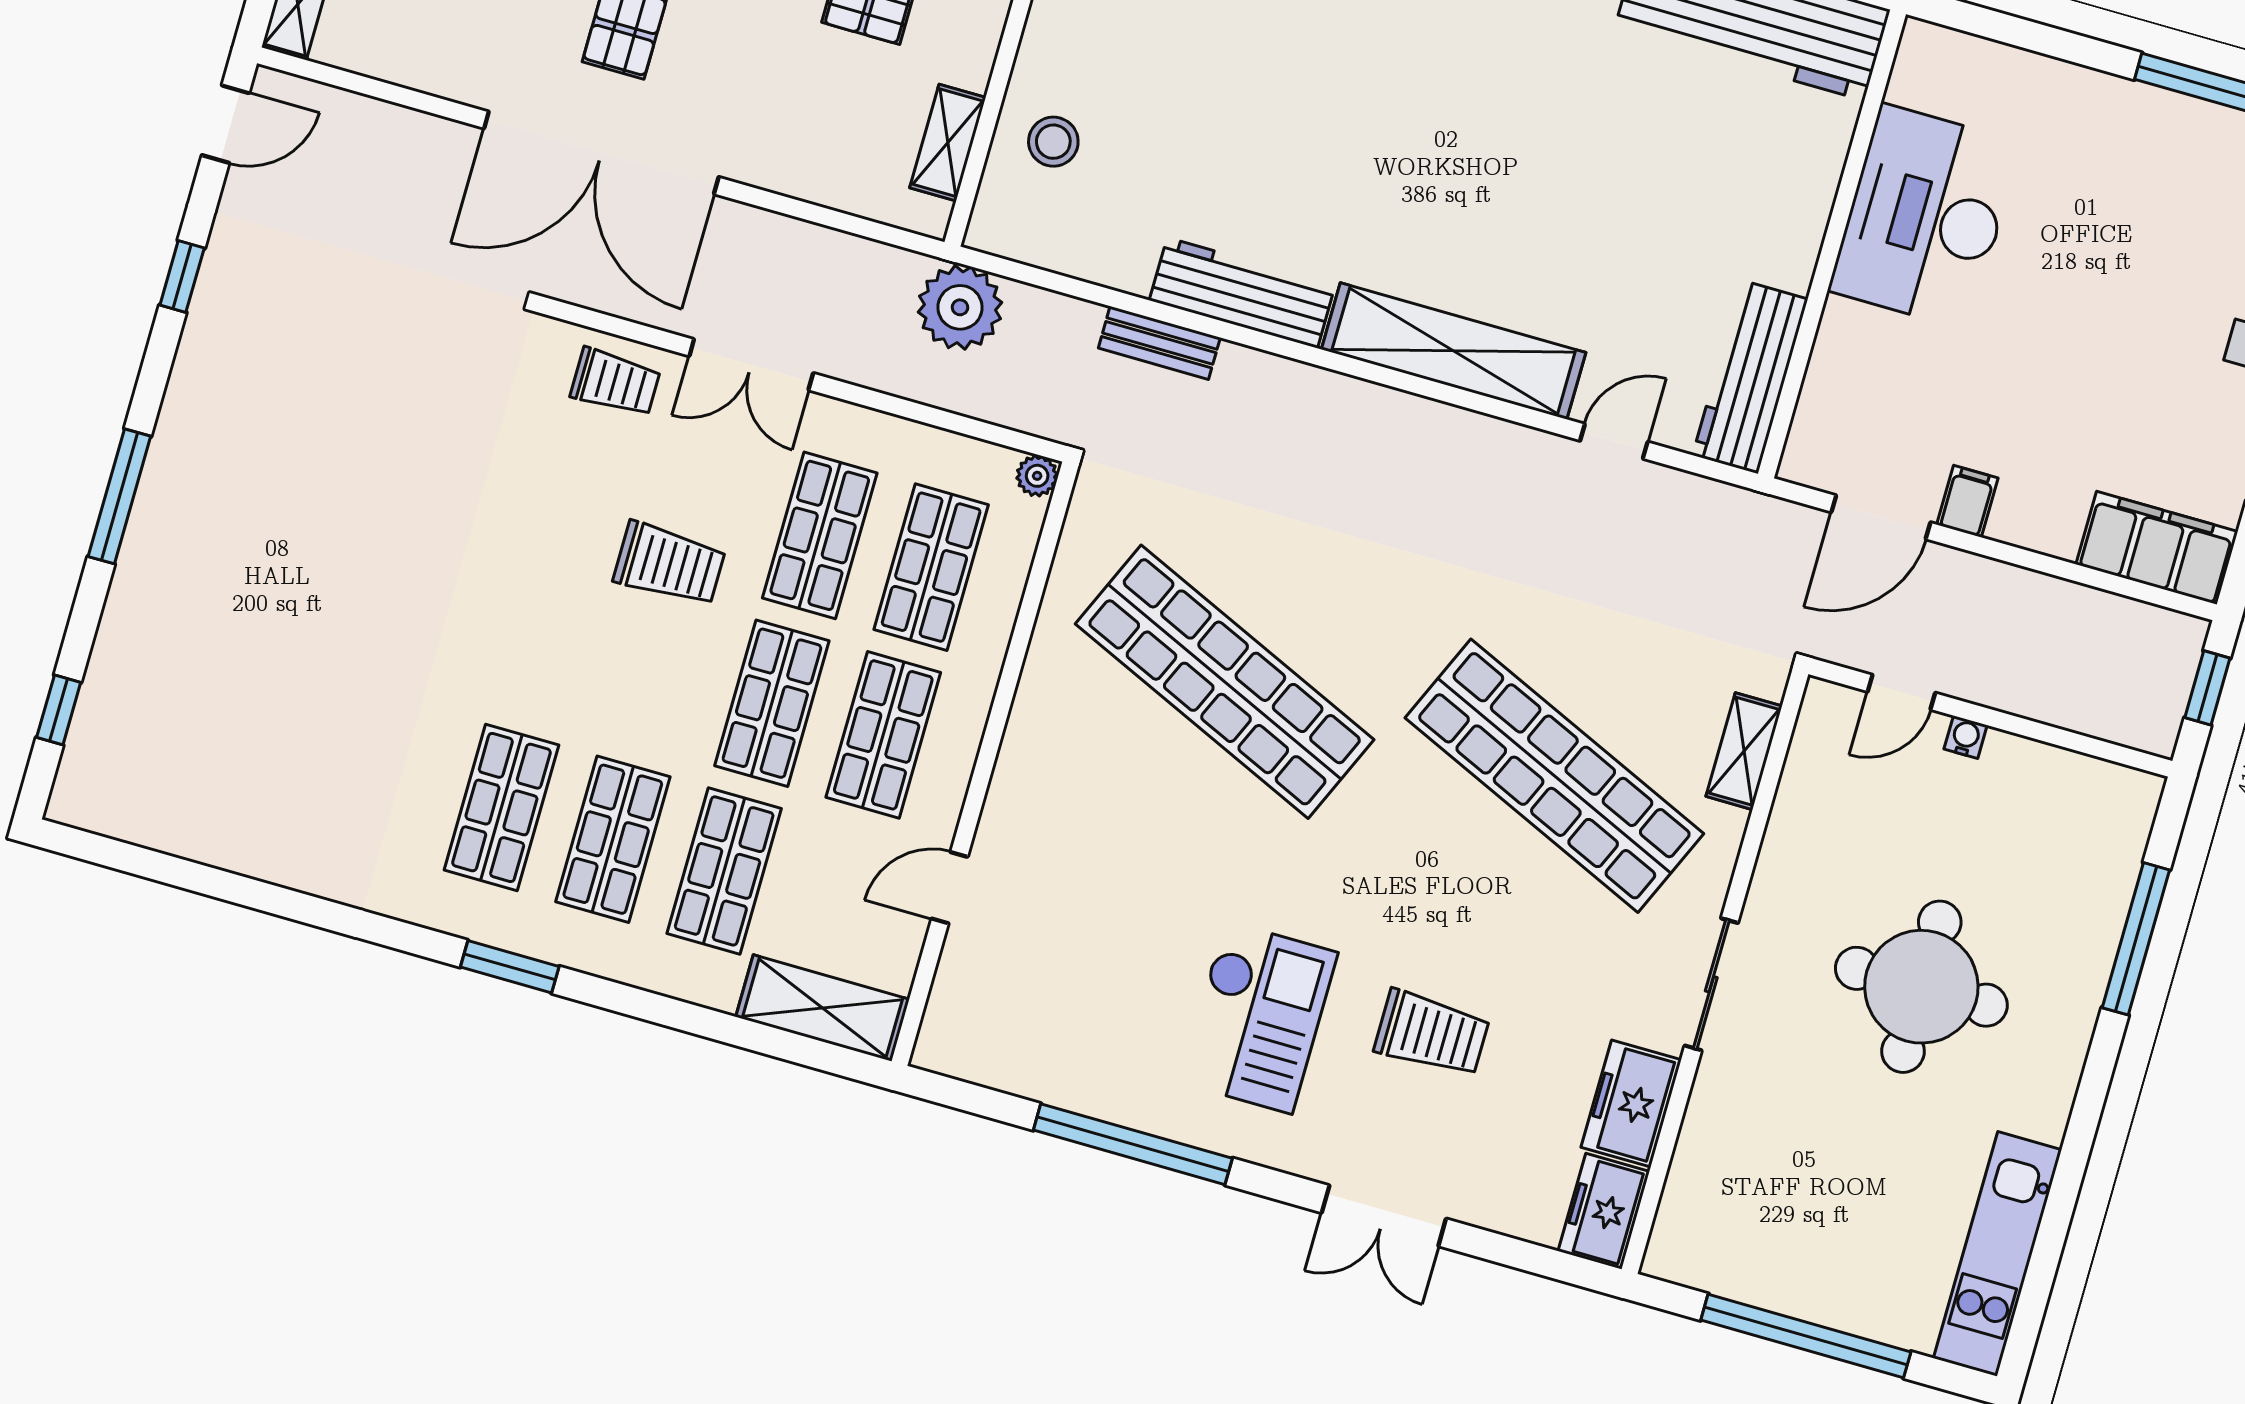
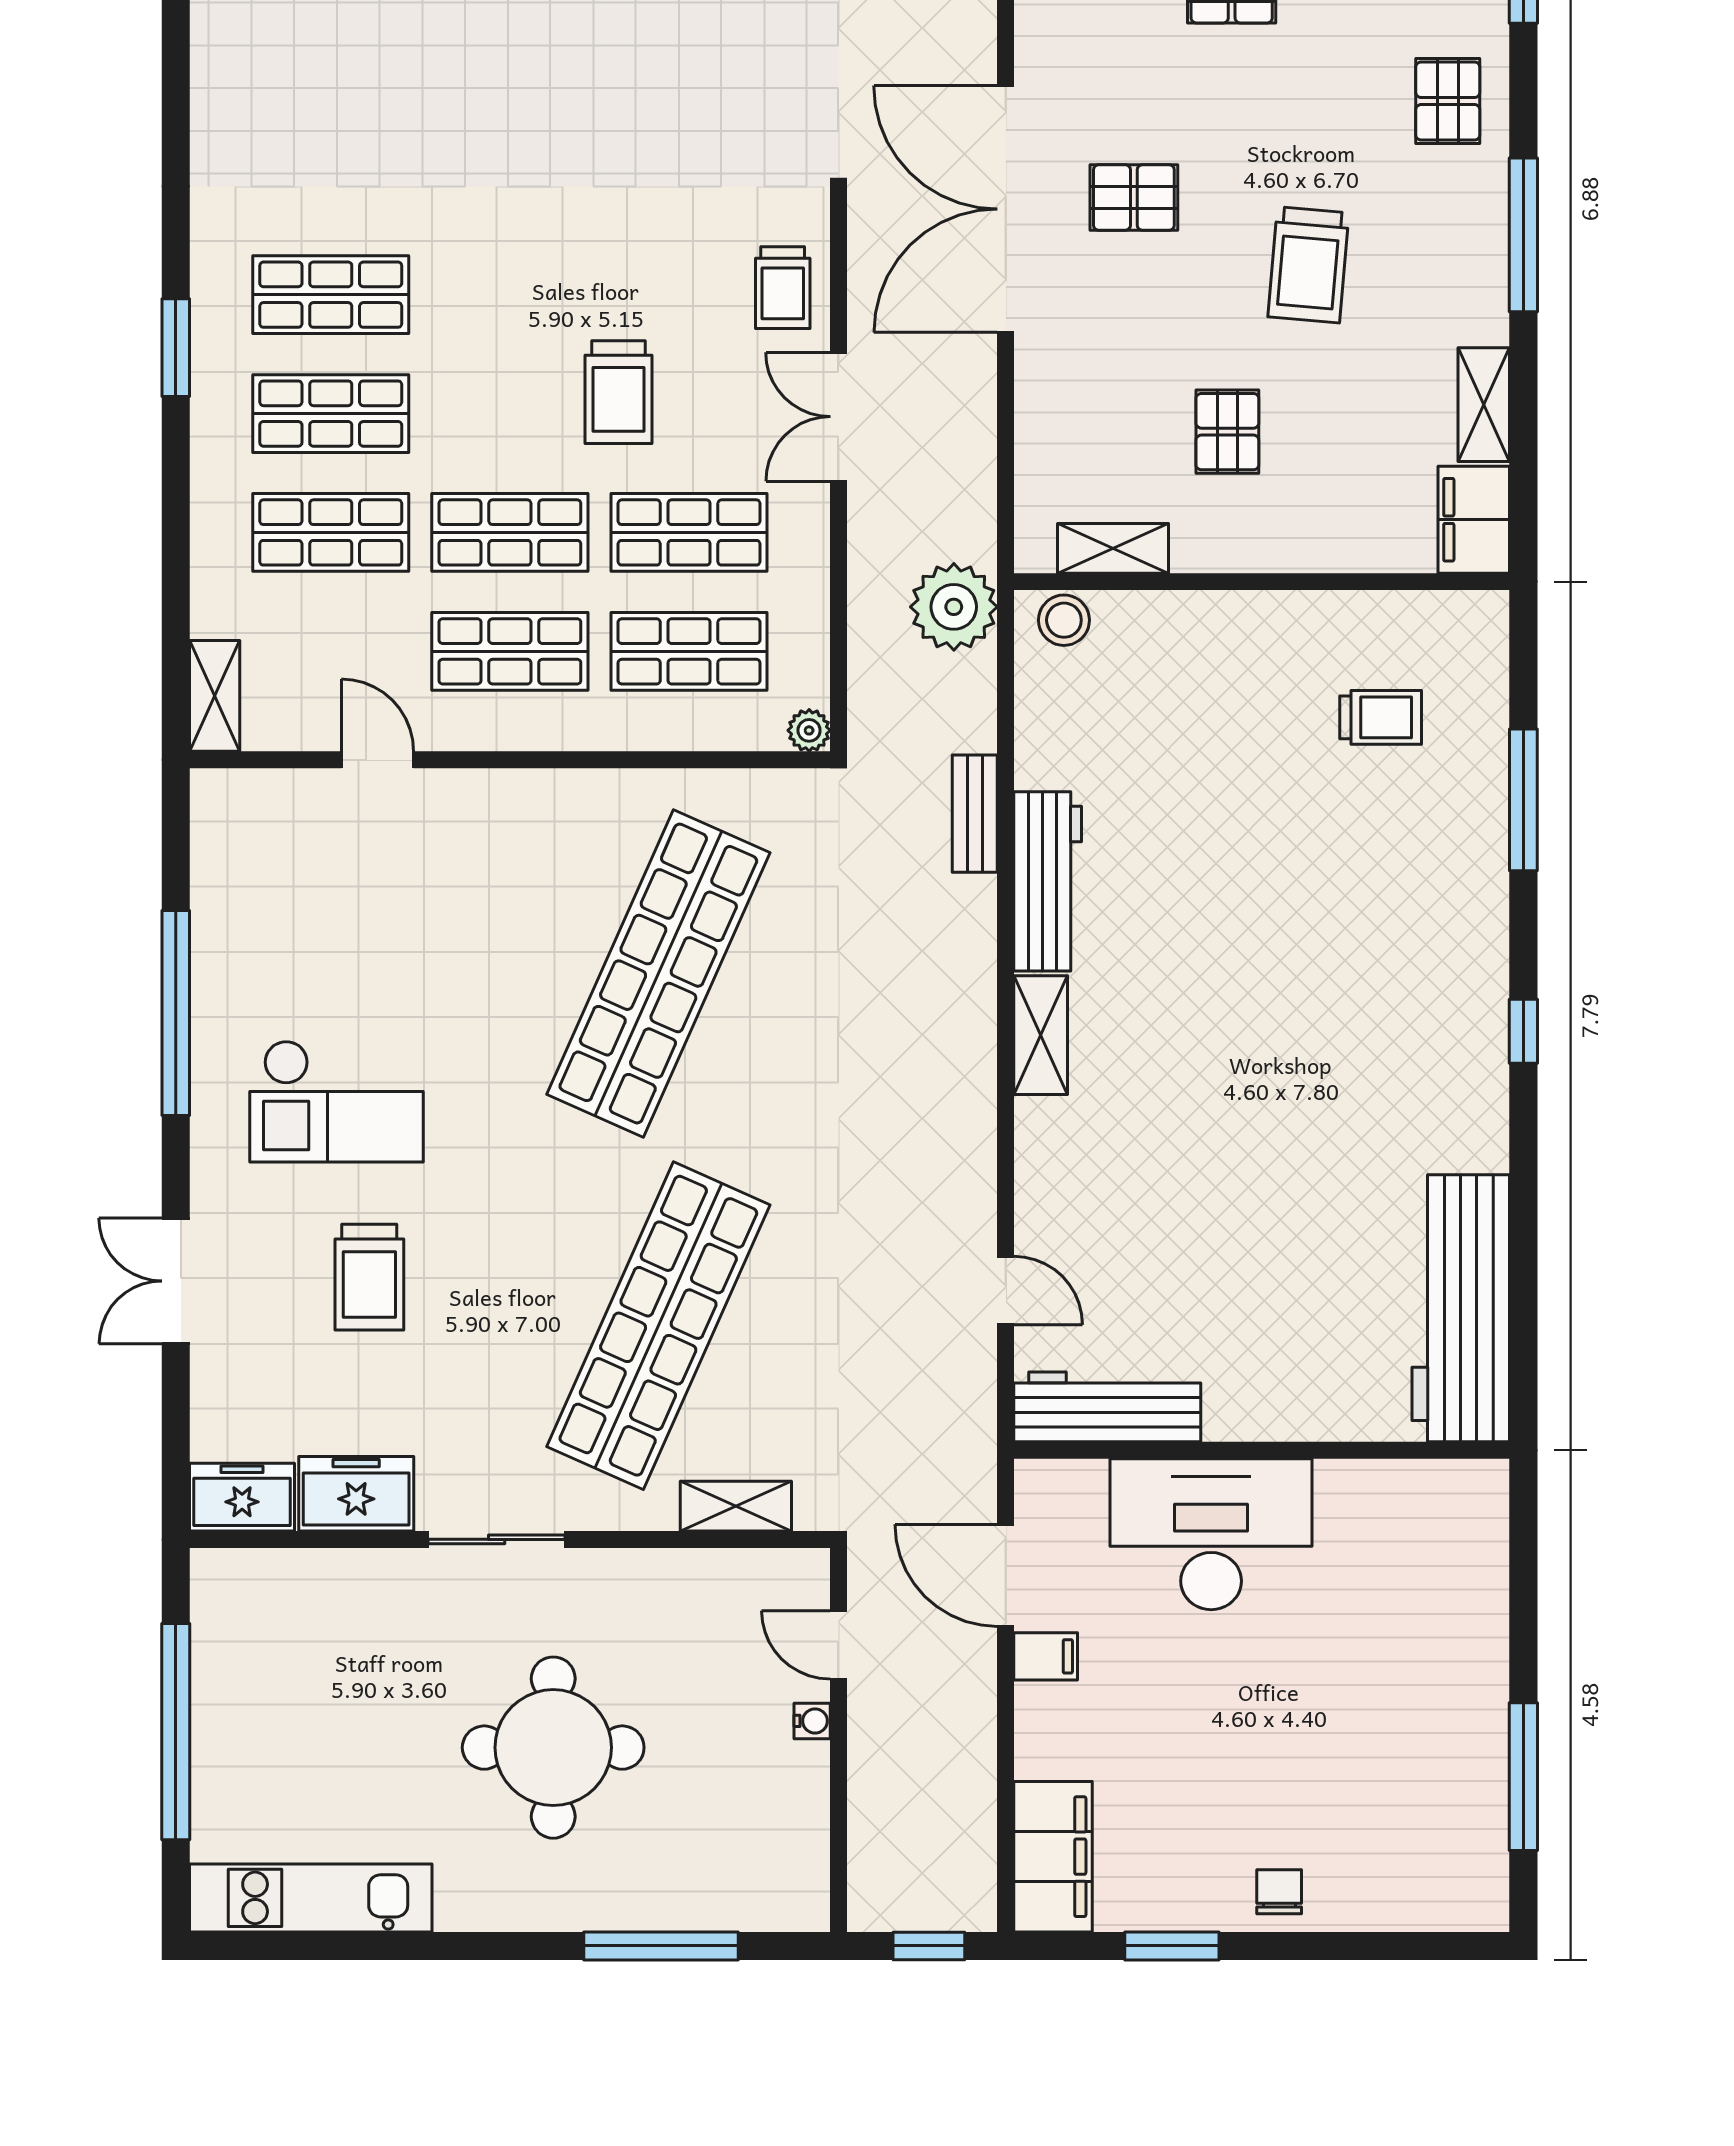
stool: (1053, 142) -> (1064, 620), moved
desk: (1925, 217) -> (1211, 1534), moved
shelving: (1454, 351) -> (1041, 1035), width x0.45, depth x0.75
shelving: (823, 1008) -> (215, 696), width x0.67, depth x0.75

